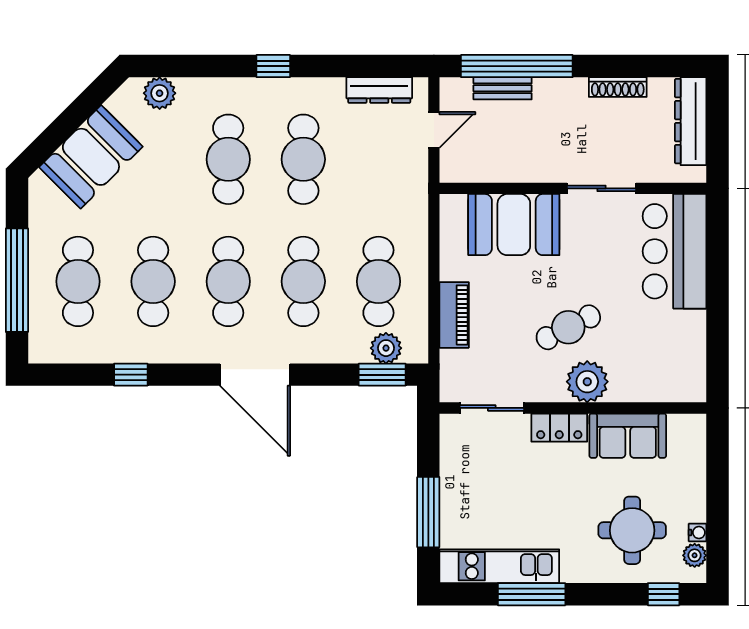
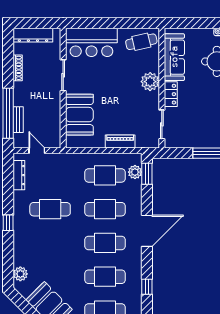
cafe table: (228, 159) -> (50, 243), removed
cafe table: (568, 327) -> (141, 42), moved, turned -76
sofa: (628, 436) -> (174, 57), width x1.36

